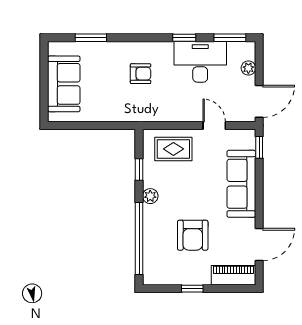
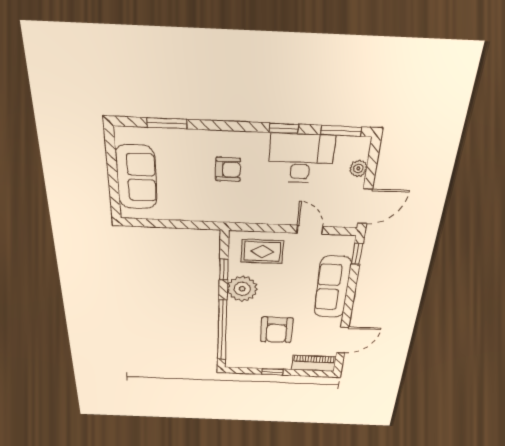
plant: (150, 196) -> (242, 289), width x1.87, depth x1.87

